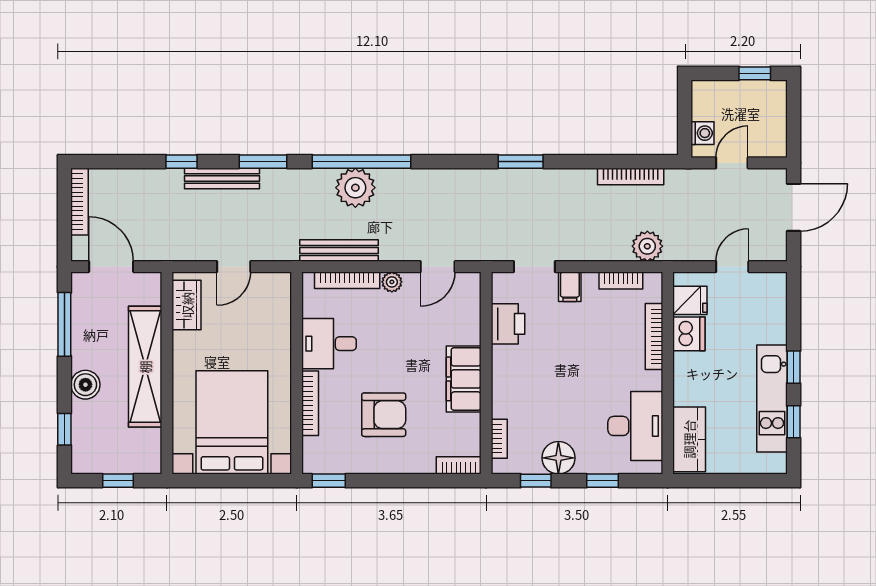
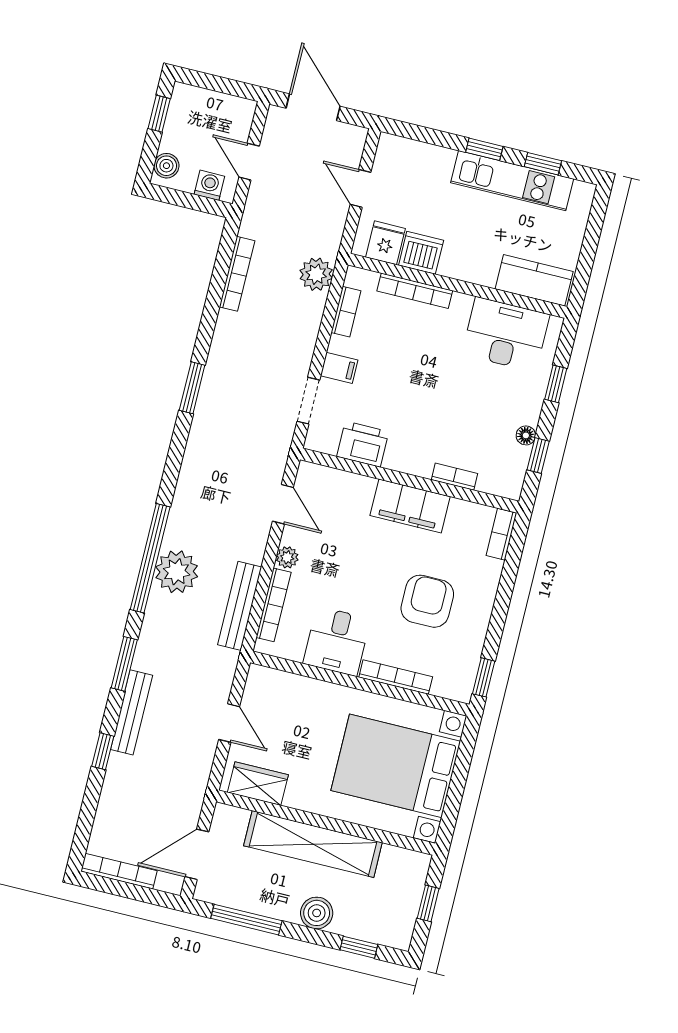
boiler: (710, 91) -> (166, 166), added
bookcase: (499, 439) -> (455, 477), moved
floor lamp: (558, 458) -> (526, 435), width x0.53, depth x0.53

